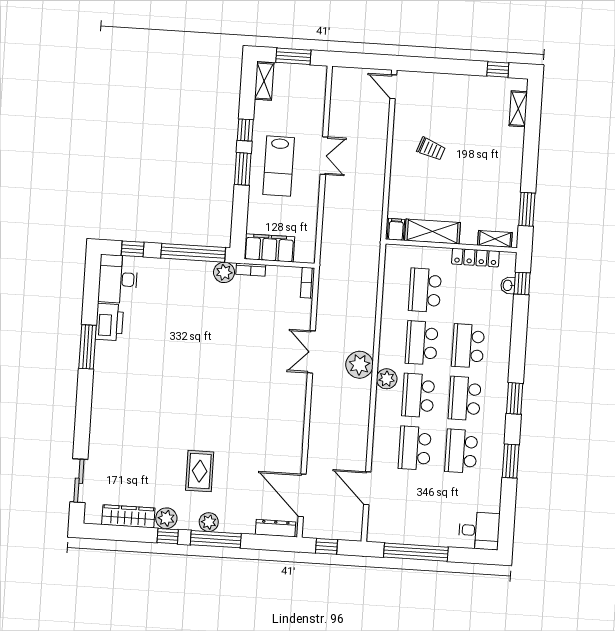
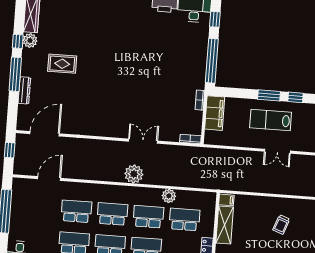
plant: (224, 272) -> (198, 82), removed
plant: (387, 379) -> (169, 196), moved
plant: (209, 522) -> (27, 70), removed
dresser: (275, 528) -> (24, 90), moved

